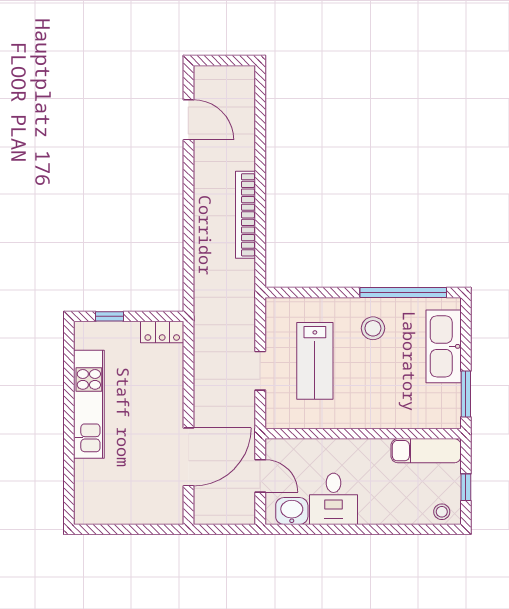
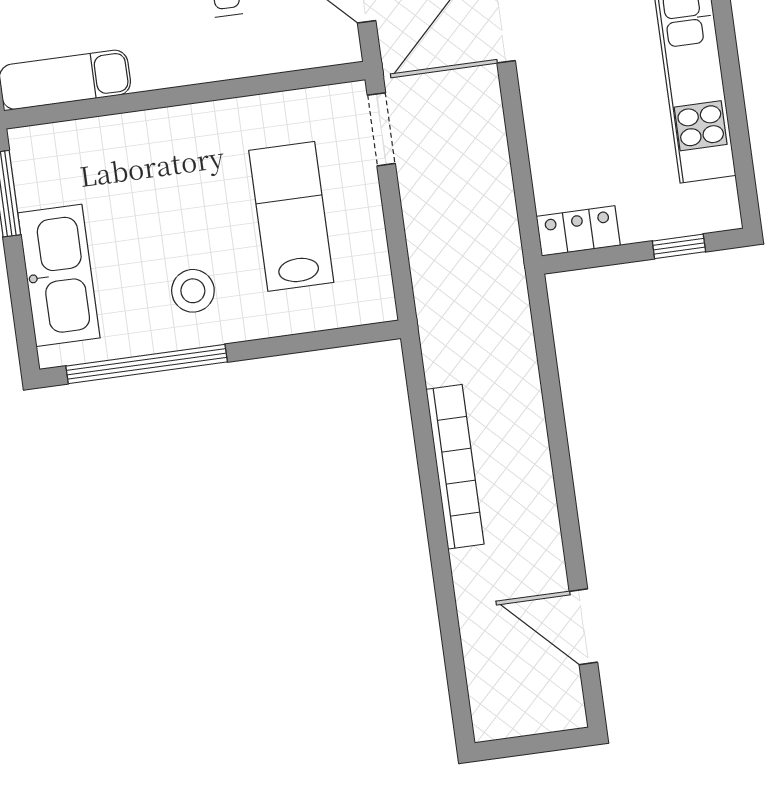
doorway: (260, 371) -> (381, 129), moved

